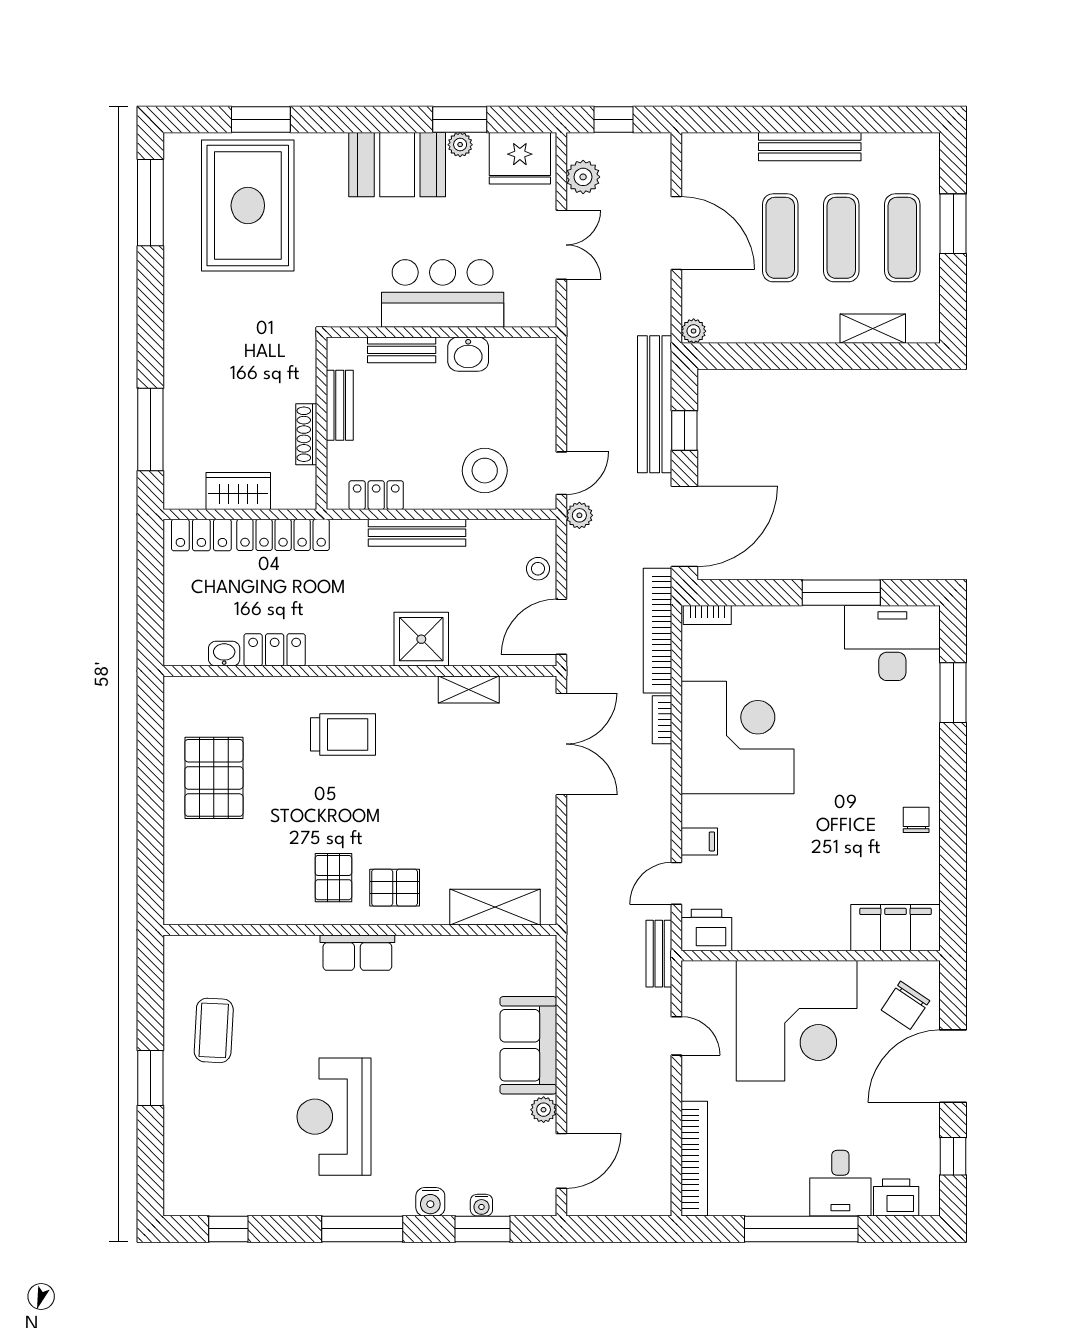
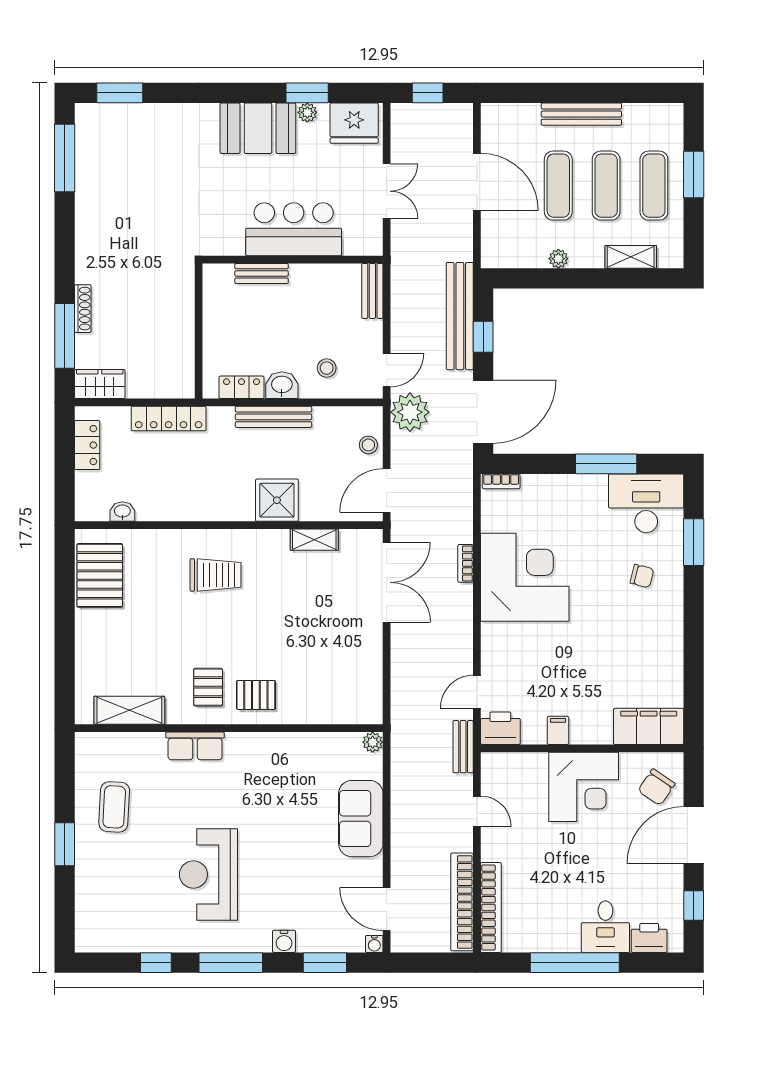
window: (261, 119) -> (120, 93), moved
plant: (583, 177) -> (404, 138), removed
rug: (248, 206) -> (141, 160), removed
plant: (694, 331) -> (558, 259), moved
washbasin: (468, 354) -> (282, 385), moved, turned 180
bench: (340, 405) -> (372, 291), moved
shoe rack: (306, 434) -> (83, 309), moved, turned 180
stool: (485, 471) -> (327, 368), width x0.53, depth x0.53
wardrobe: (238, 491) -> (100, 384), moved
plant: (579, 515) -> (410, 412), width x1.88, depth x1.88
locker: (201, 535) -> (87, 445), moved, turned -90
bookcase: (657, 631) -> (462, 902), moved
locker: (275, 650) -> (162, 509), removed
pallet: (214, 778) -> (100, 575), moved
chair: (916, 820) -> (642, 576), moved, turned 104
filing cabinet: (699, 841) -> (558, 730), moved, turned -90
shelving: (495, 907) -> (129, 710), moved
row of seats: (357, 953) -> (195, 746), moved
corner desk: (797, 1021) -> (584, 787), width x0.74, depth x0.74
plant: (544, 1110) -> (373, 742), moved
door: (561, 1161) -> (387, 909), swing flipped
water cooler: (481, 1205) -> (374, 944), moved
window: (228, 1229) -> (156, 963), moved

